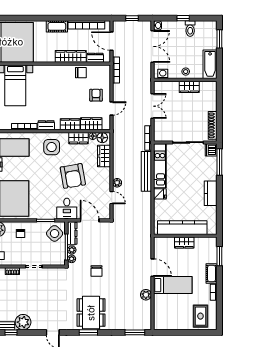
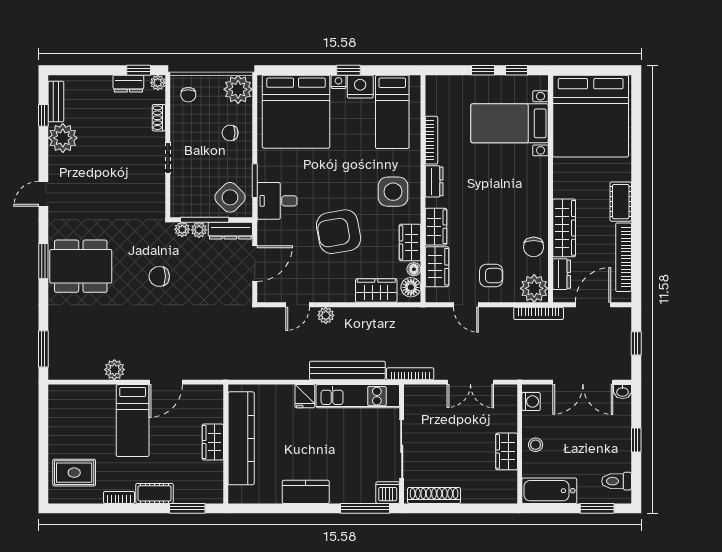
toilet: (190, 29) -> (617, 481), moved
plant: (103, 72) -> (534, 288), added
desk: (67, 209) -> (277, 201), moved

